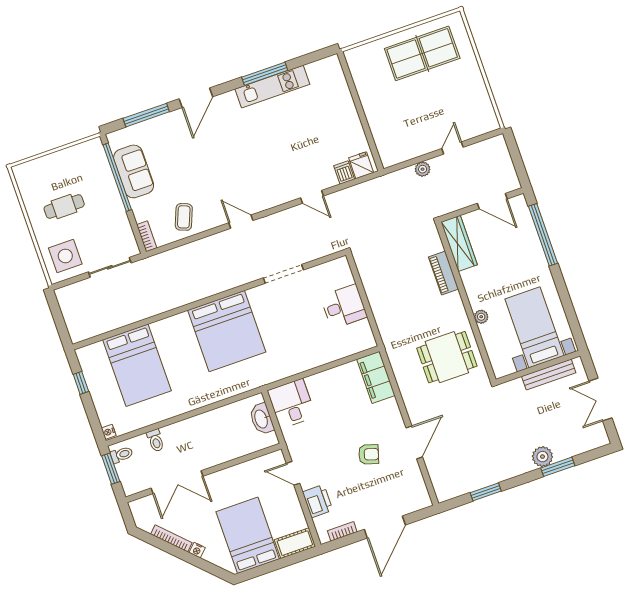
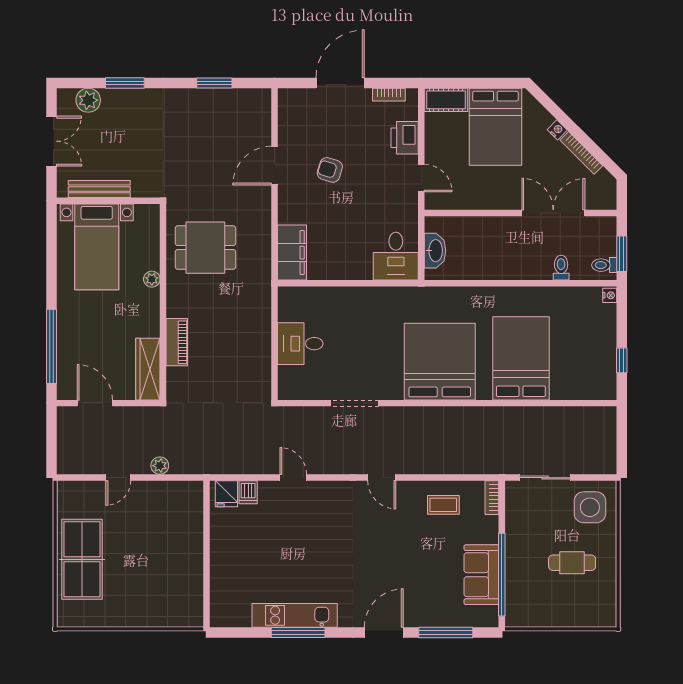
table tennis table: (422, 53) -> (82, 559), moved, turned 90
coffee table: (184, 217) -> (443, 505), turned 68
bed: (137, 365) -> (521, 358), moved
plant: (542, 457) -> (88, 100), moved

